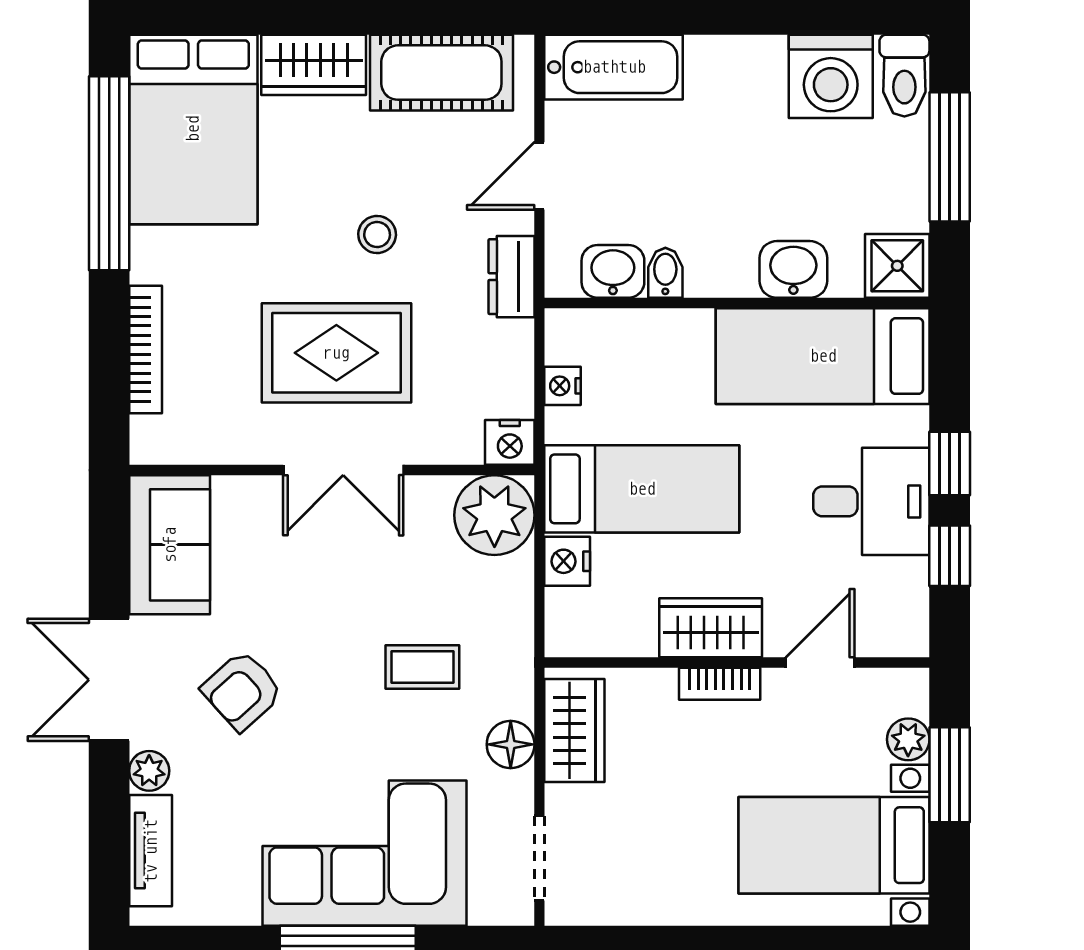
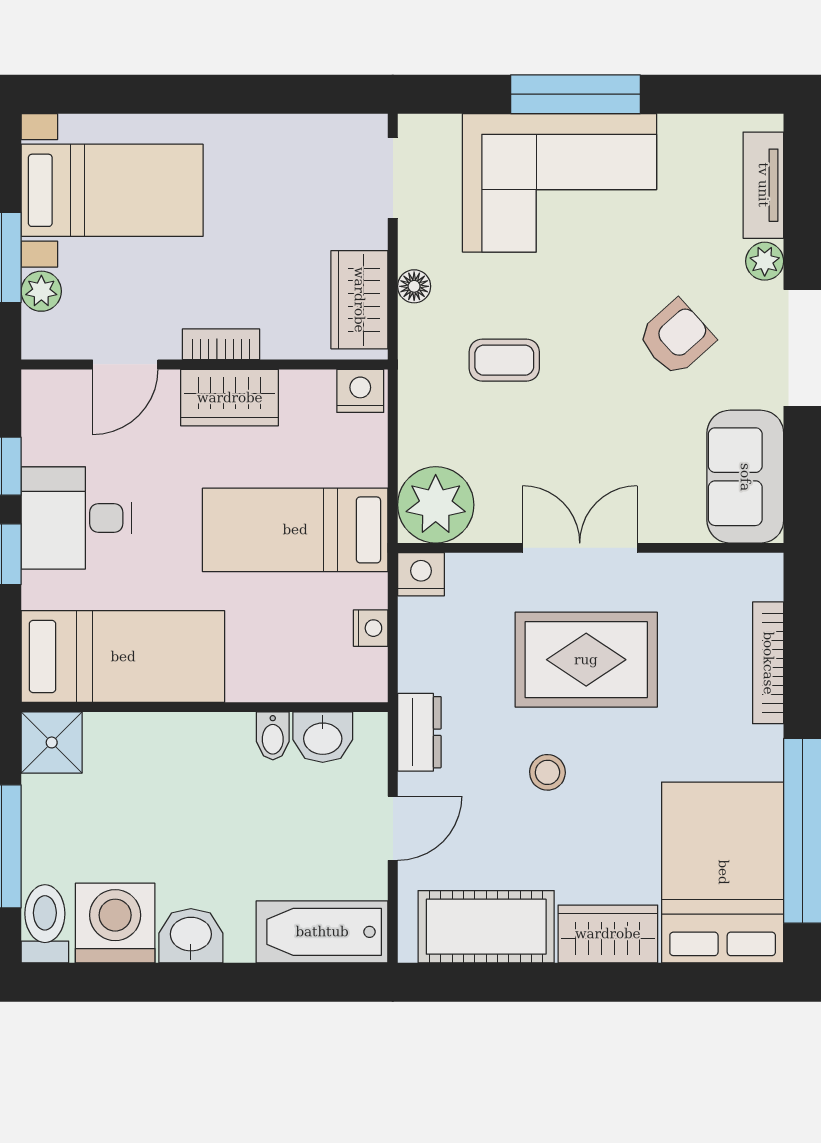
washbasin: (793, 269) -> (191, 936), moved, turned 180
nightstand: (567, 561) -> (360, 391), moved, turned -90
floor lamp: (511, 744) -> (414, 286), width x0.73, depth x0.73

